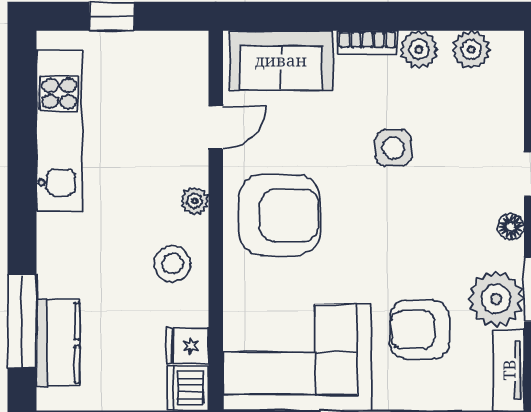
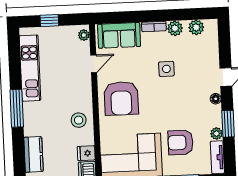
plant: (195, 201) -> (84, 35), moved
armchair: (279, 215) -> (121, 98), turned 90
plant: (496, 299) -> (217, 134), width x0.53, depth x0.53
window: (22, 321) -> (17, 108), moved

